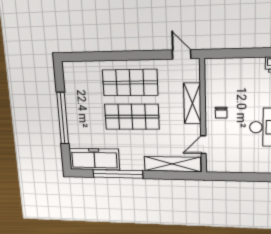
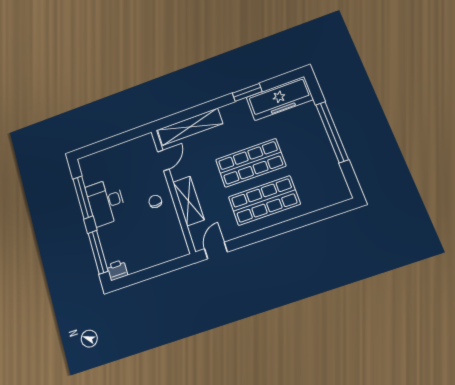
door: (182, 54) -> (216, 250), swing flipped
window: (118, 174) -> (247, 92), width x0.47

